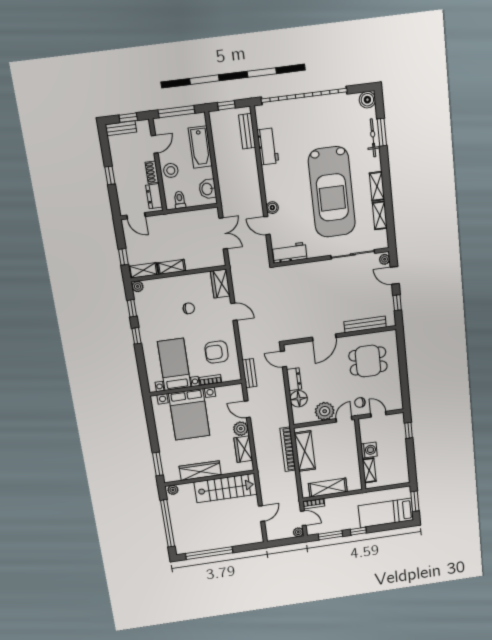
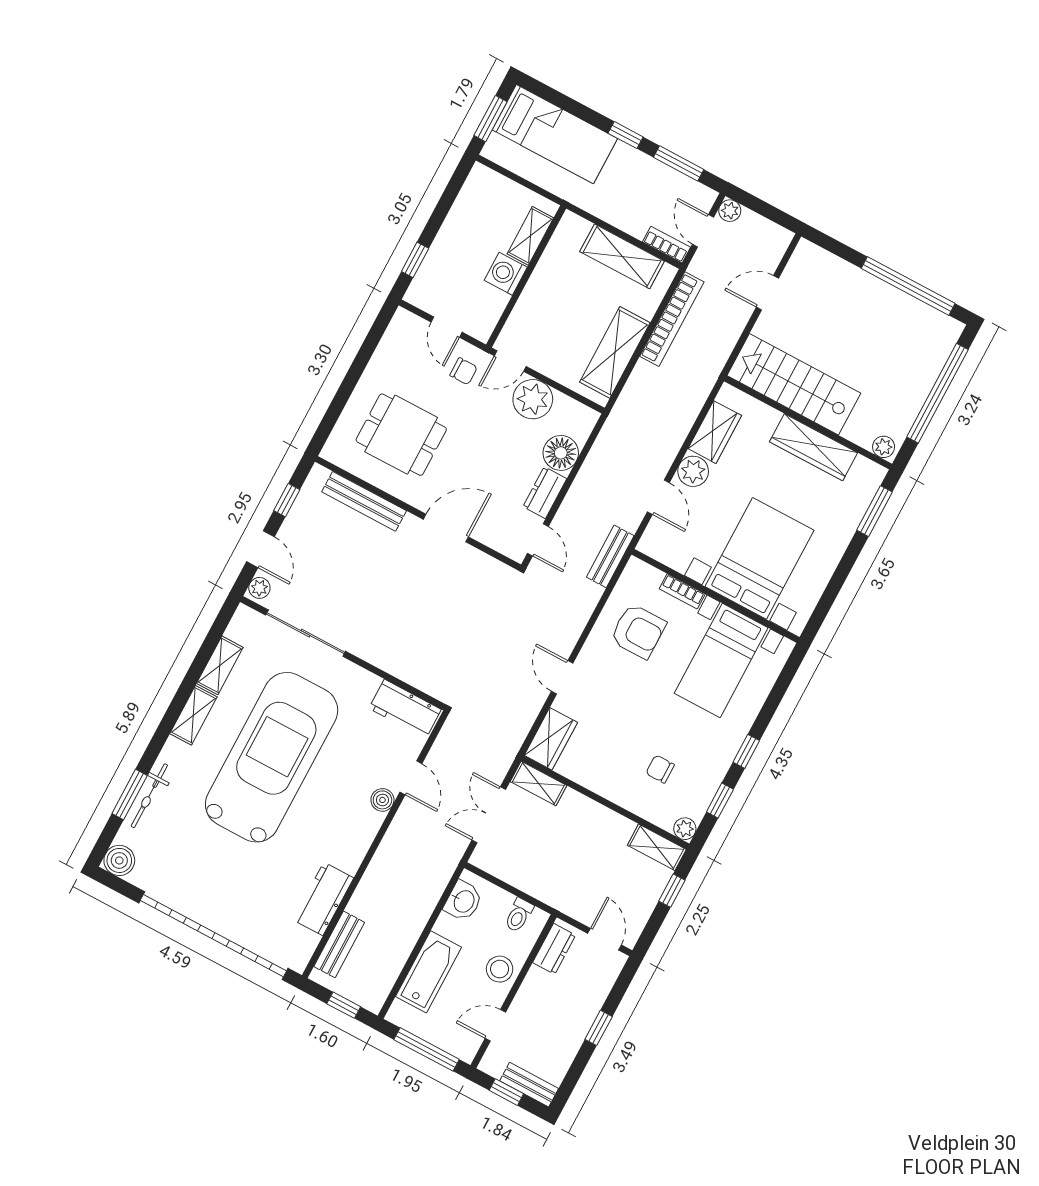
shoe rack: (152, 172) -> (531, 987), removed
shelving: (171, 267) -> (538, 783), moved
chair: (189, 308) -> (660, 769), moved
bookcase: (288, 449) -> (672, 319), moved

